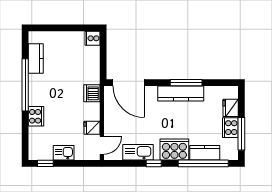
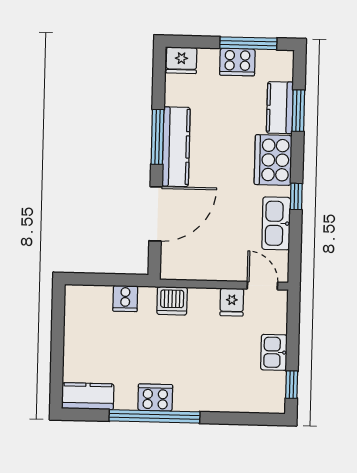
cooker: (93, 38) -> (125, 299), moved
kitchen counter: (36, 59) -> (88, 396), moved
door: (129, 83) -> (156, 214), moved
fridge: (231, 108) -> (181, 60), moved
cooker: (36, 116) -> (155, 398), moved
window: (203, 163) -> (298, 111), width x0.47

